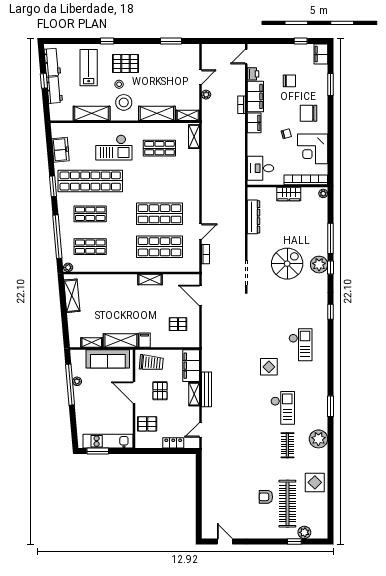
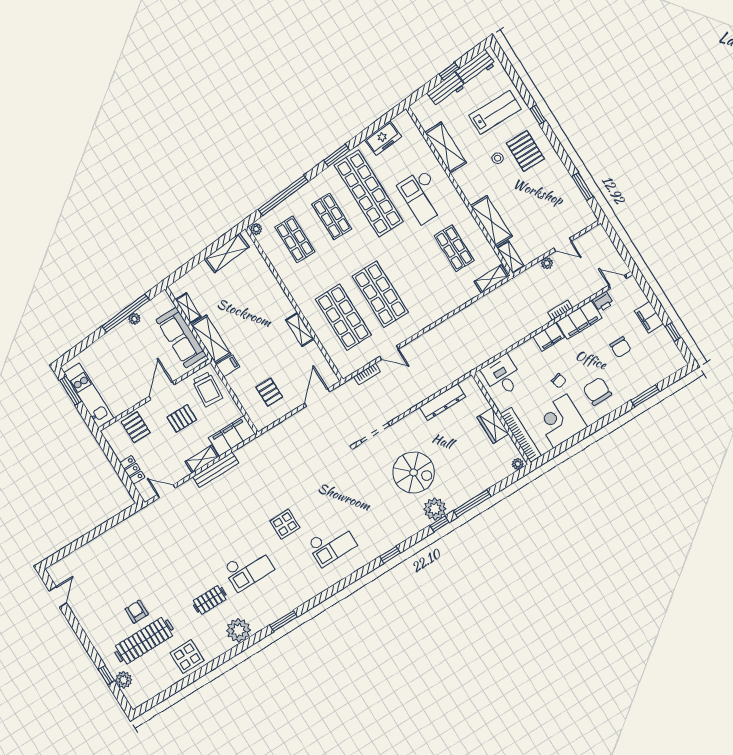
filing cabinet: (321, 54) -> (649, 317), moved, turned -90
stool: (124, 102) -> (480, 176), removed

